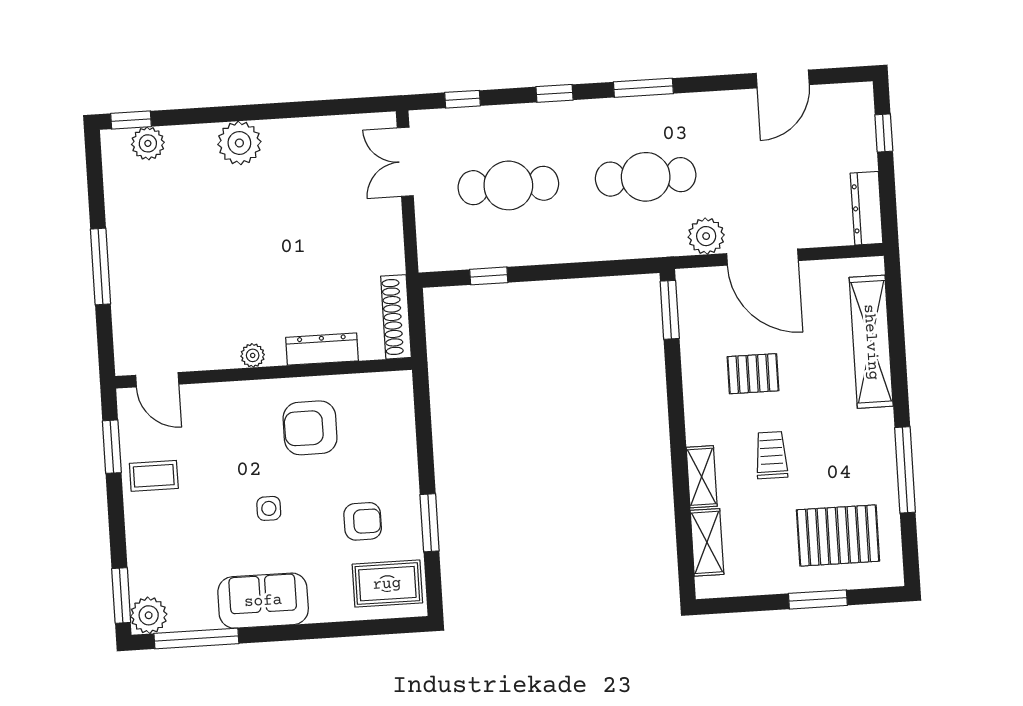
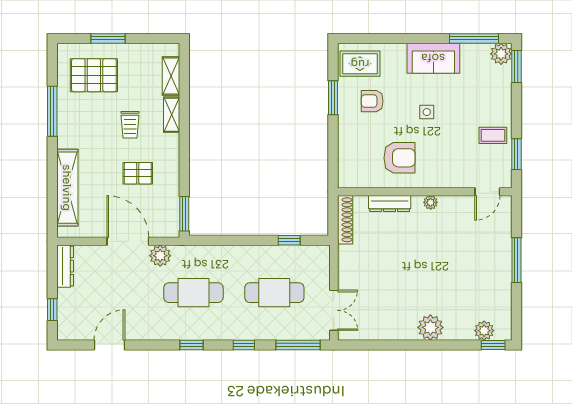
window: (643, 88) -> (191, 345), width x0.67
window: (463, 99) -> (298, 345), width x2.17
door: (157, 380) -> (487, 192), swing flipped

